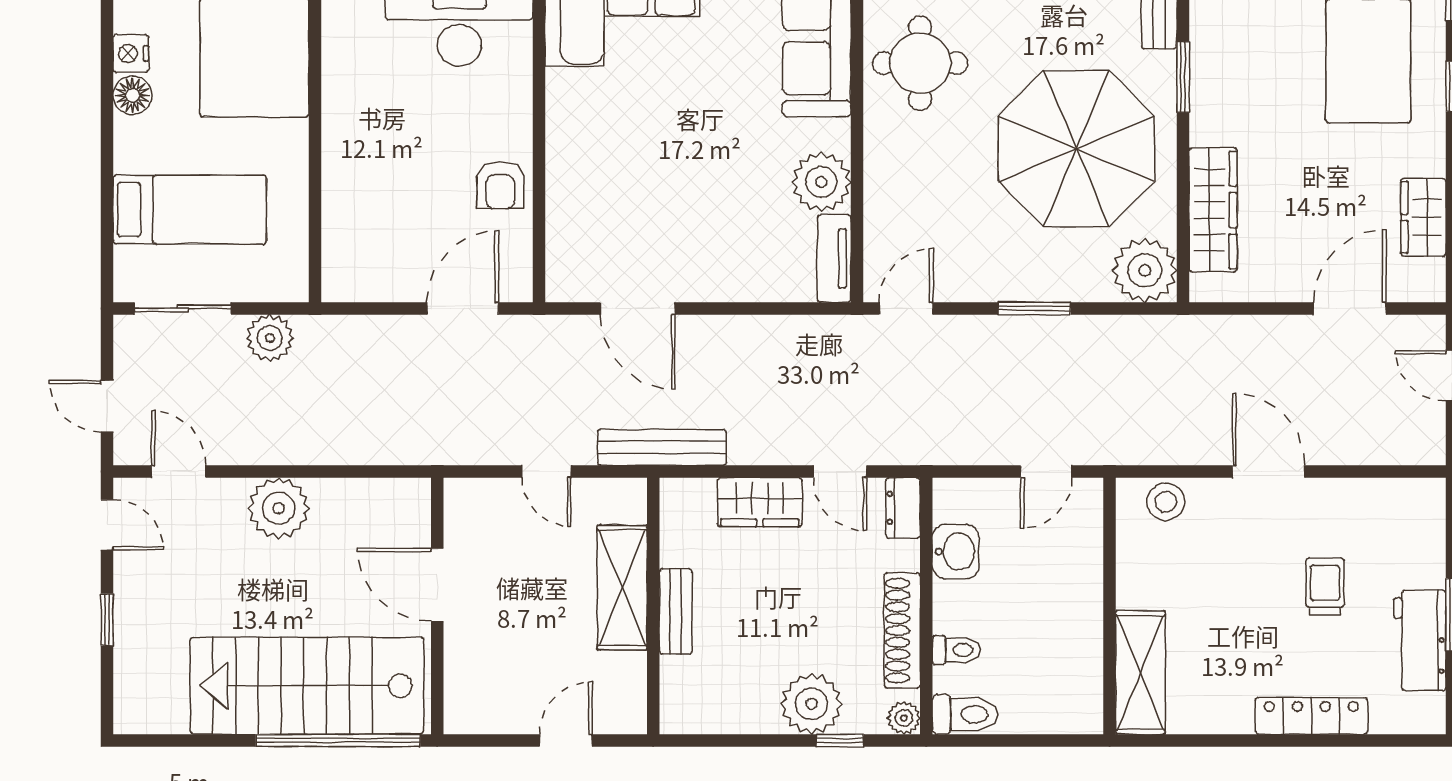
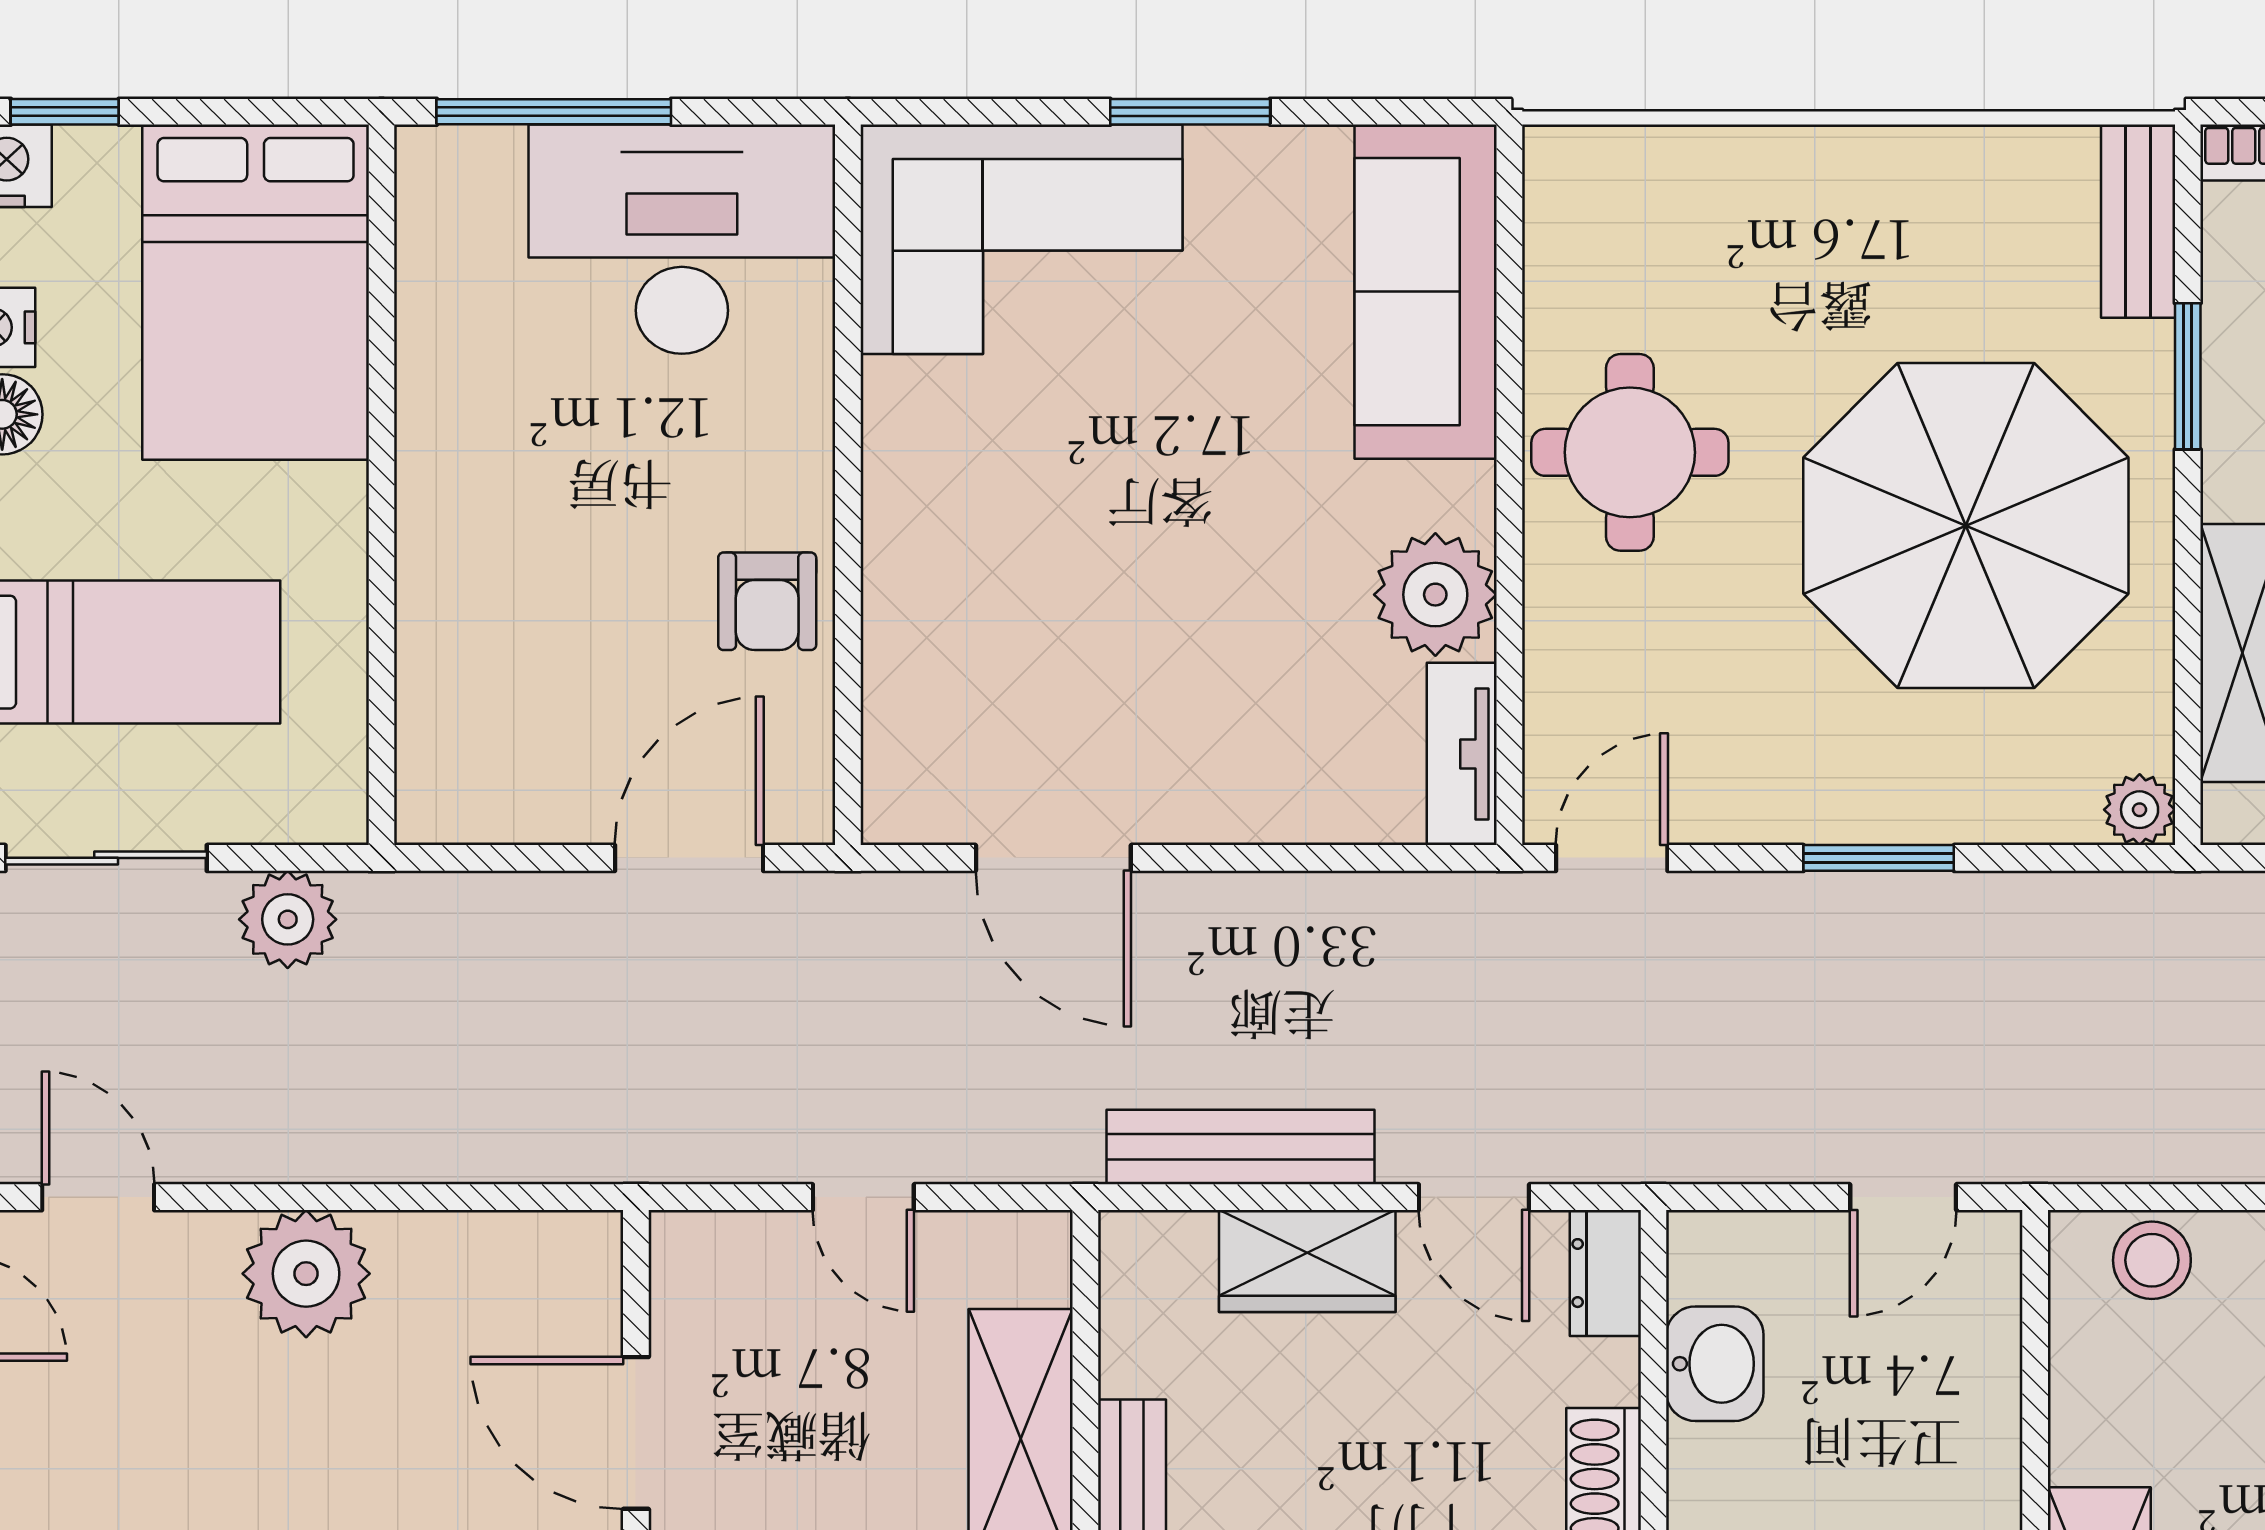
round table: (920, 63) -> (1630, 452), moved
plant: (1145, 270) -> (2140, 810), width x0.53, depth x0.53
bench: (662, 447) -> (1241, 1147), moved

